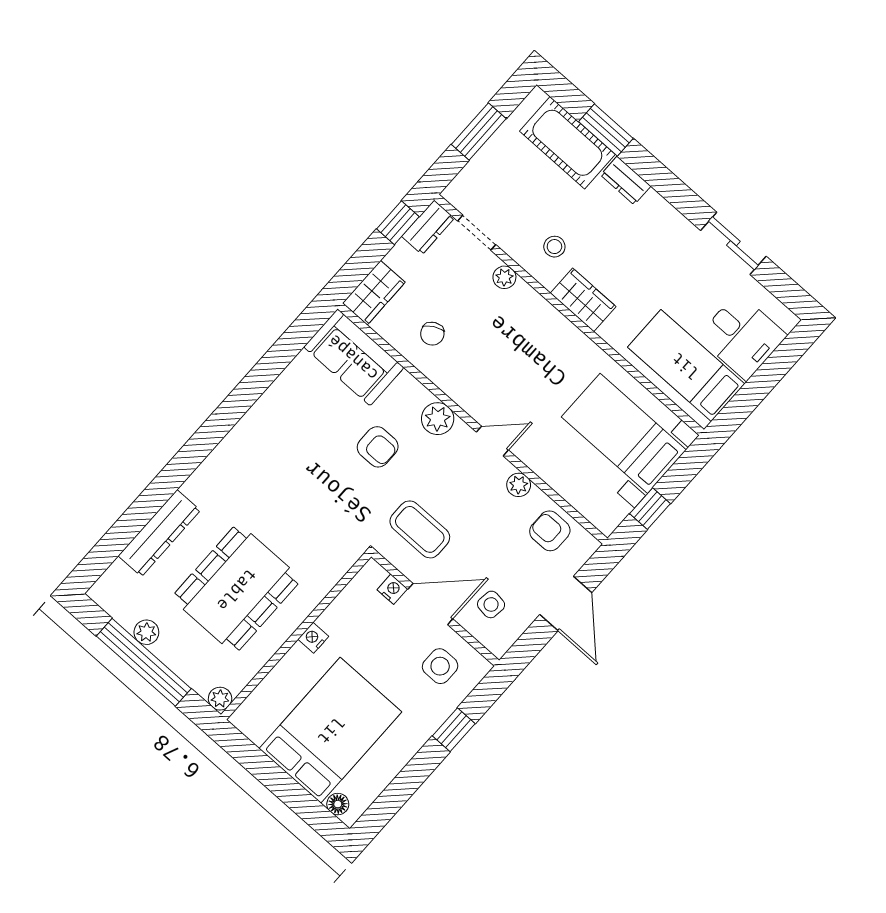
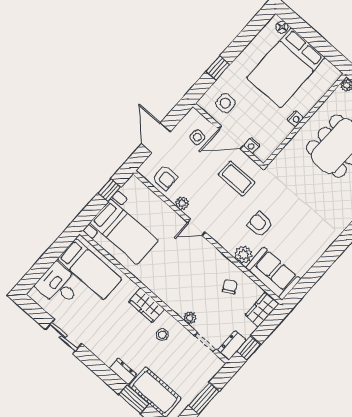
plant: (438, 419) -> (243, 255), moved

